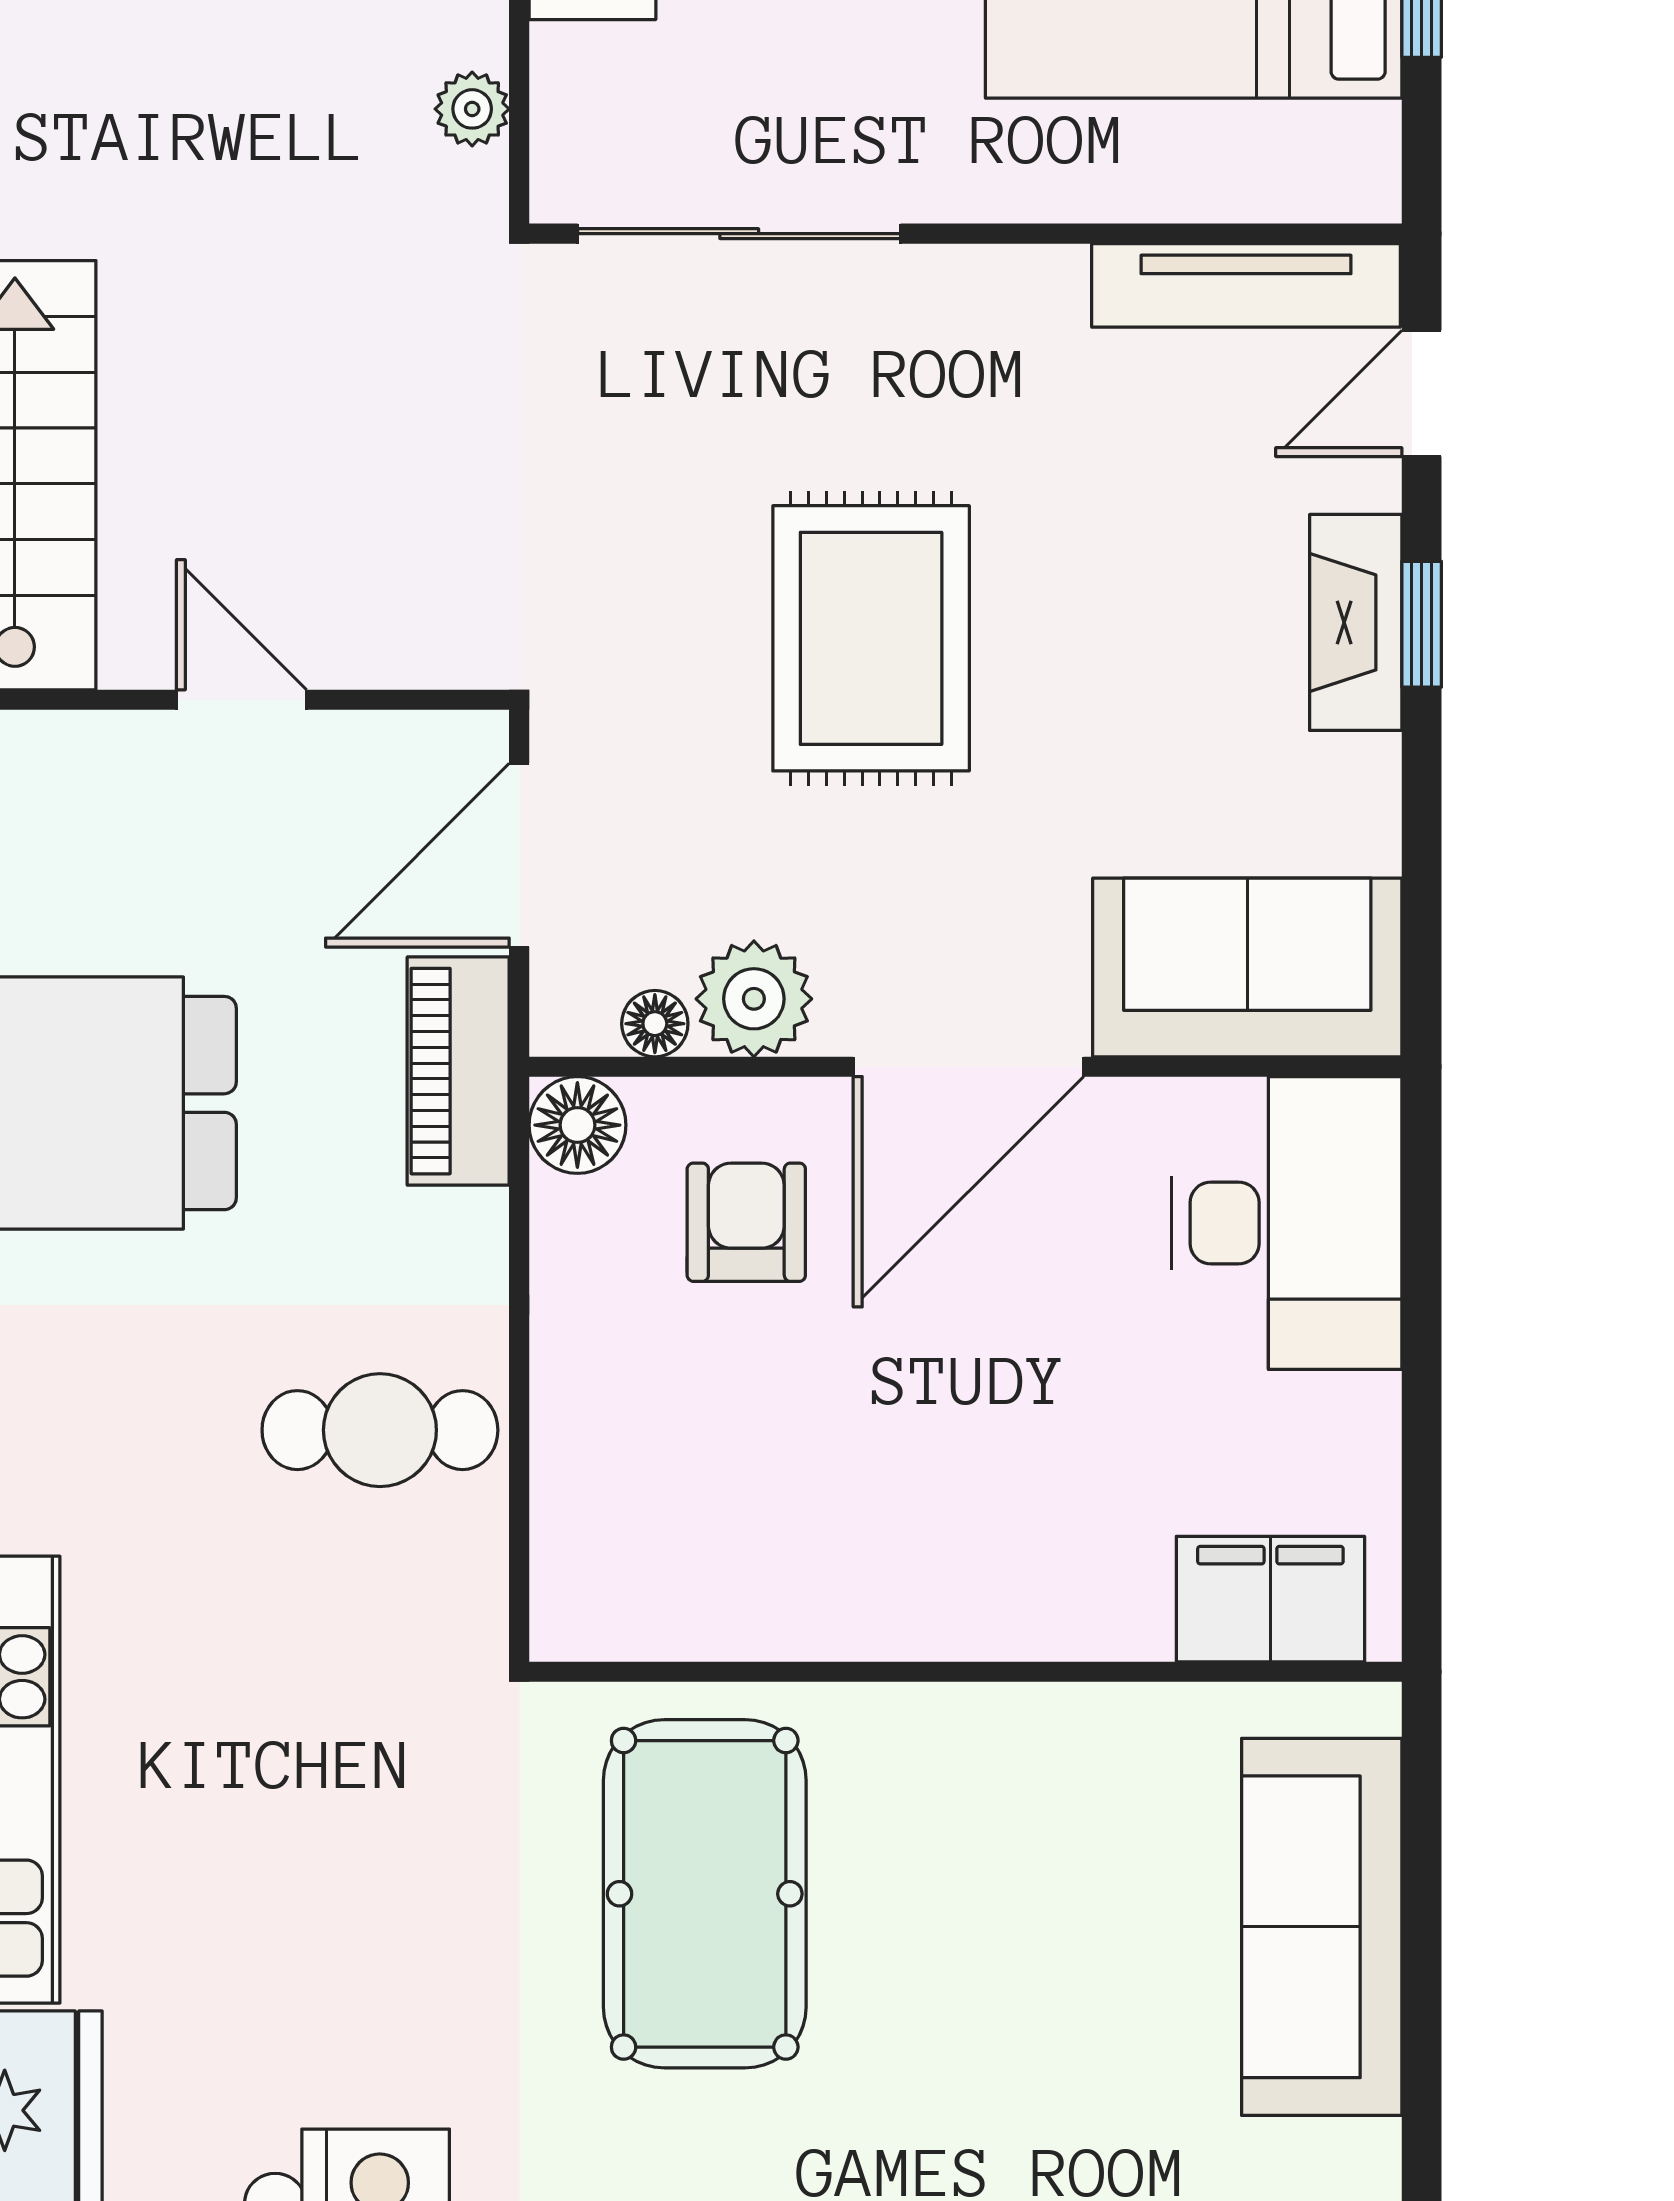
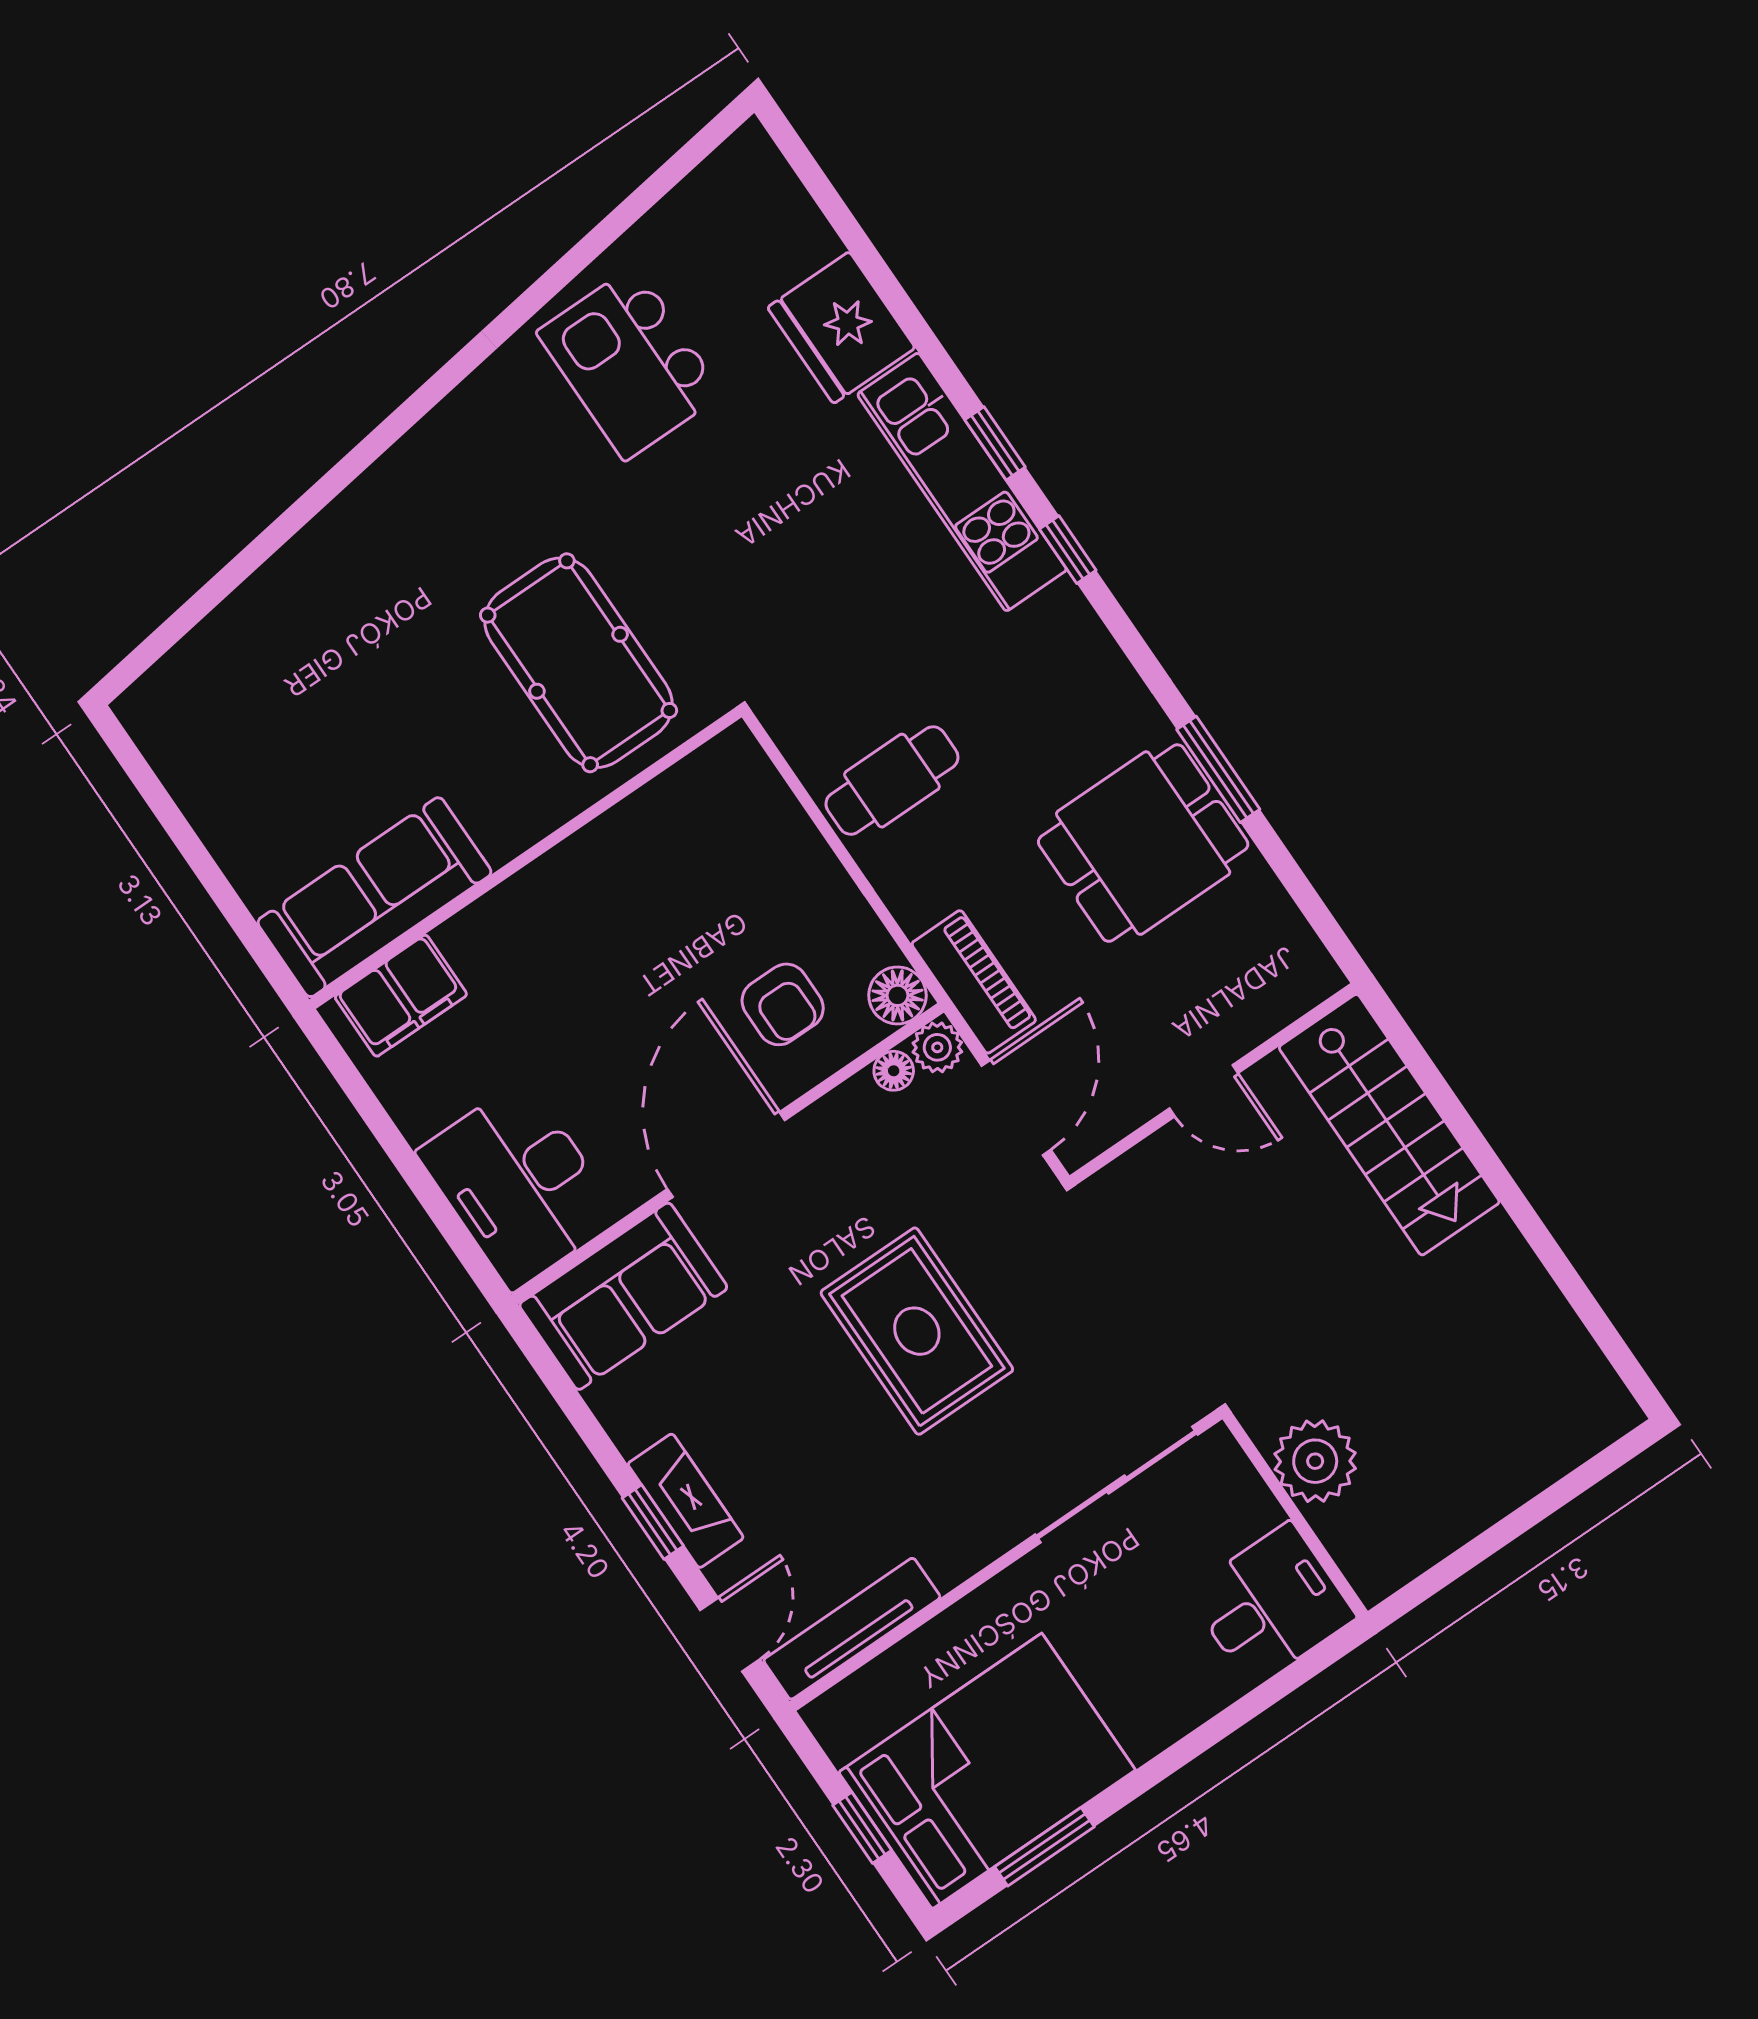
plant: (472, 109) -> (1315, 1461), width x1.88, depth x1.88
plant: (754, 999) -> (937, 1047), moved, width x0.73, depth x0.73
sofa: (1322, 1927) -> (374, 897), moved, turned -90

